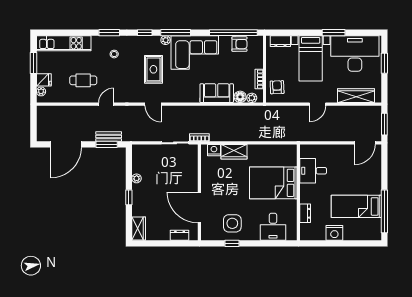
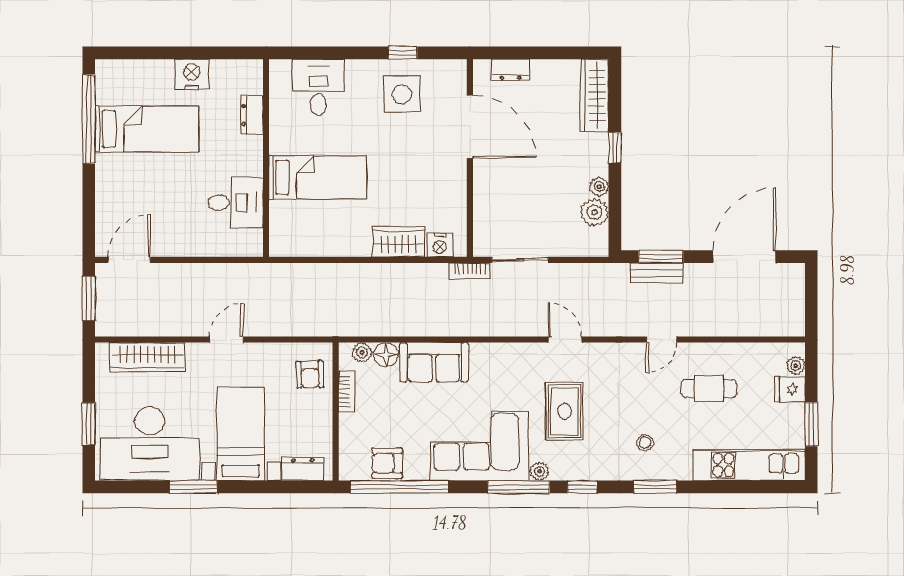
plant: (139, 166) -> (595, 212), added
bed: (273, 183) -> (318, 178), width x0.67
wardrobe: (139, 229) -> (595, 95), width x1.50

